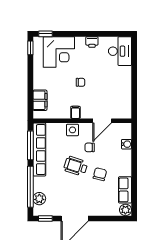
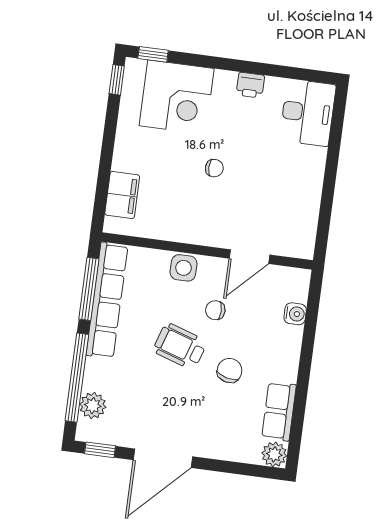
filing cabinet: (75, 112) -> (195, 231), removed

